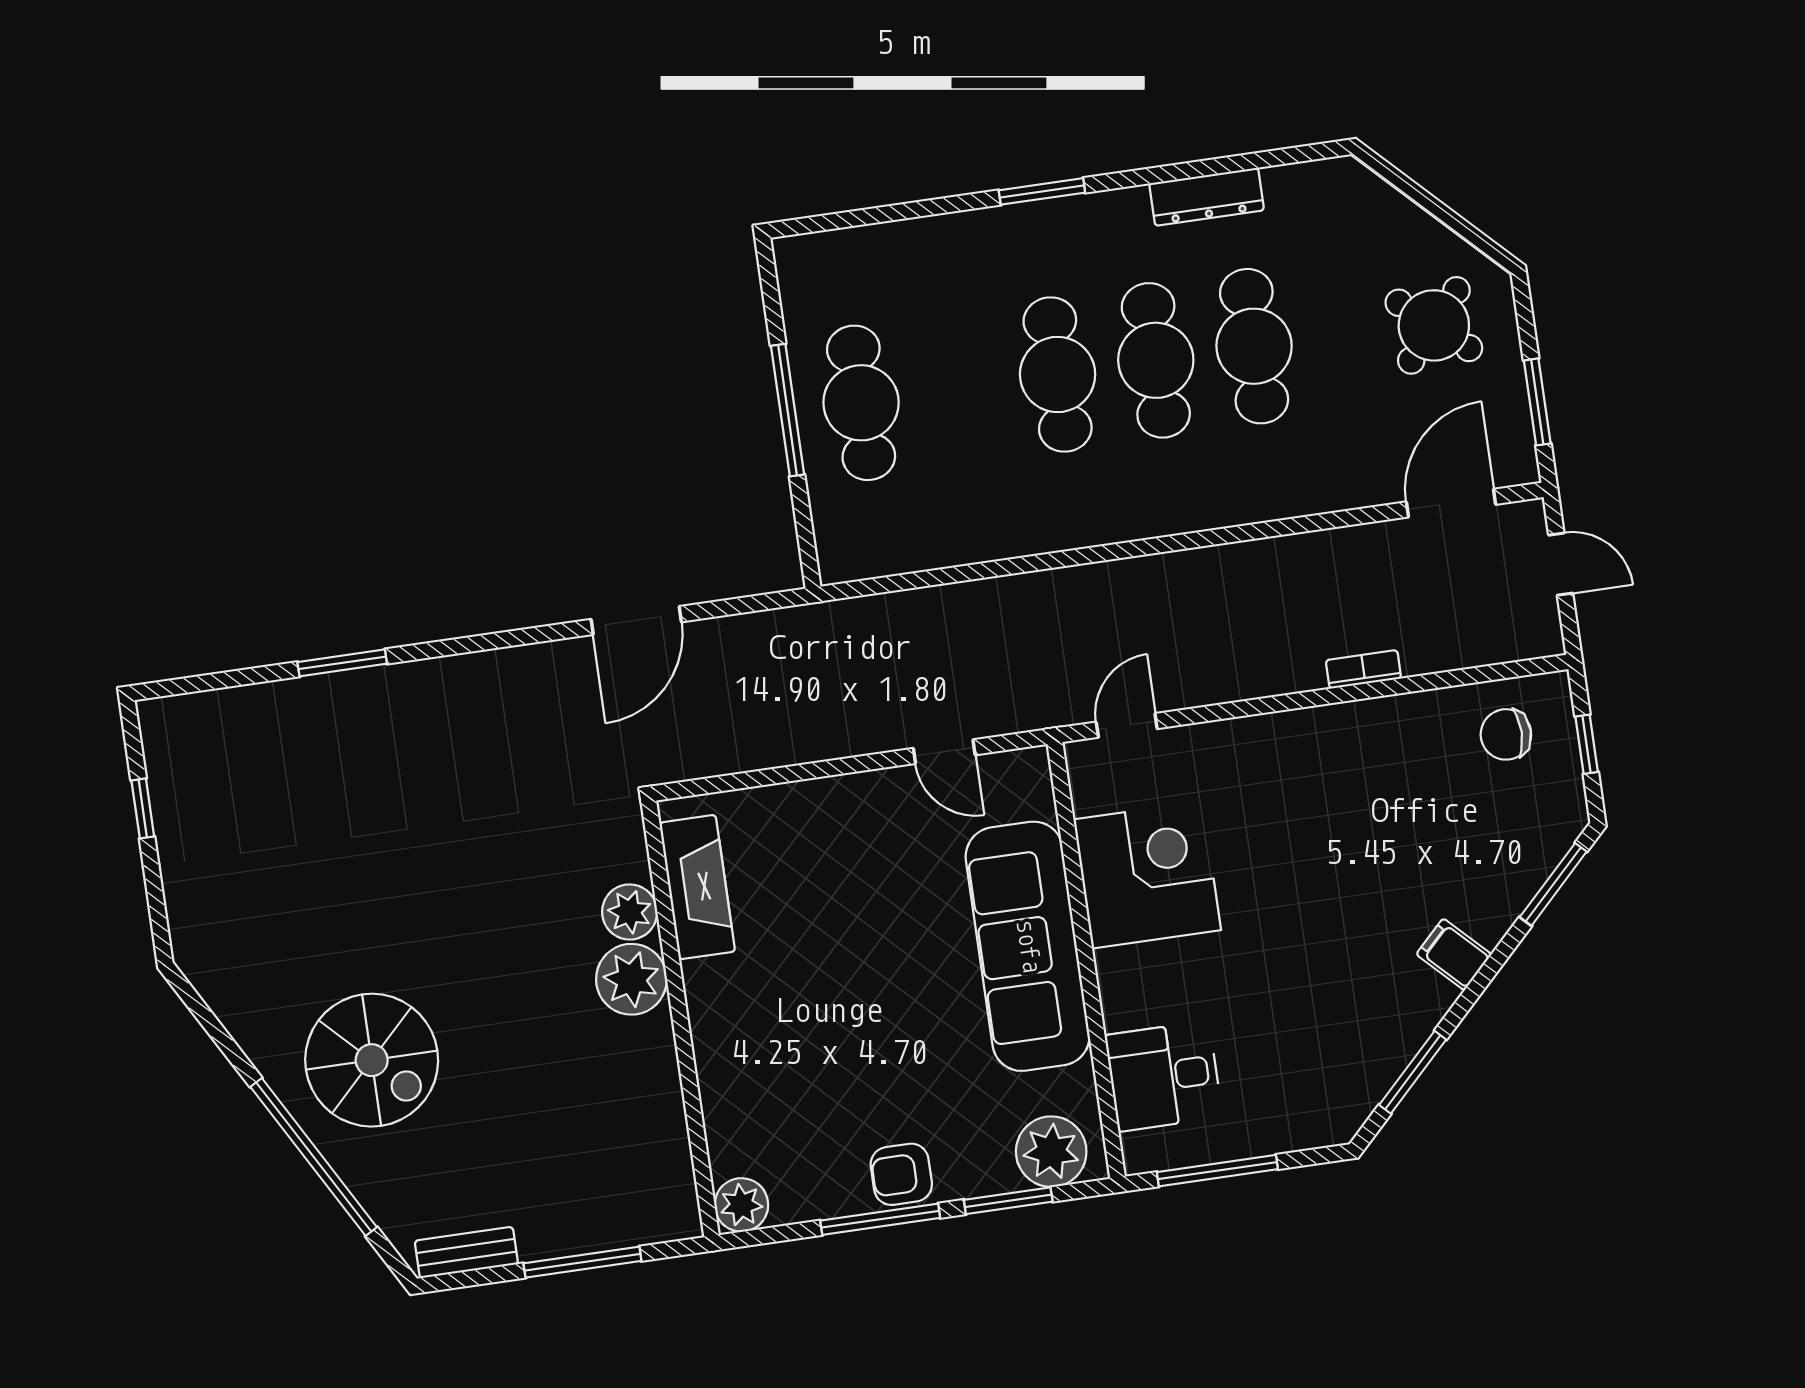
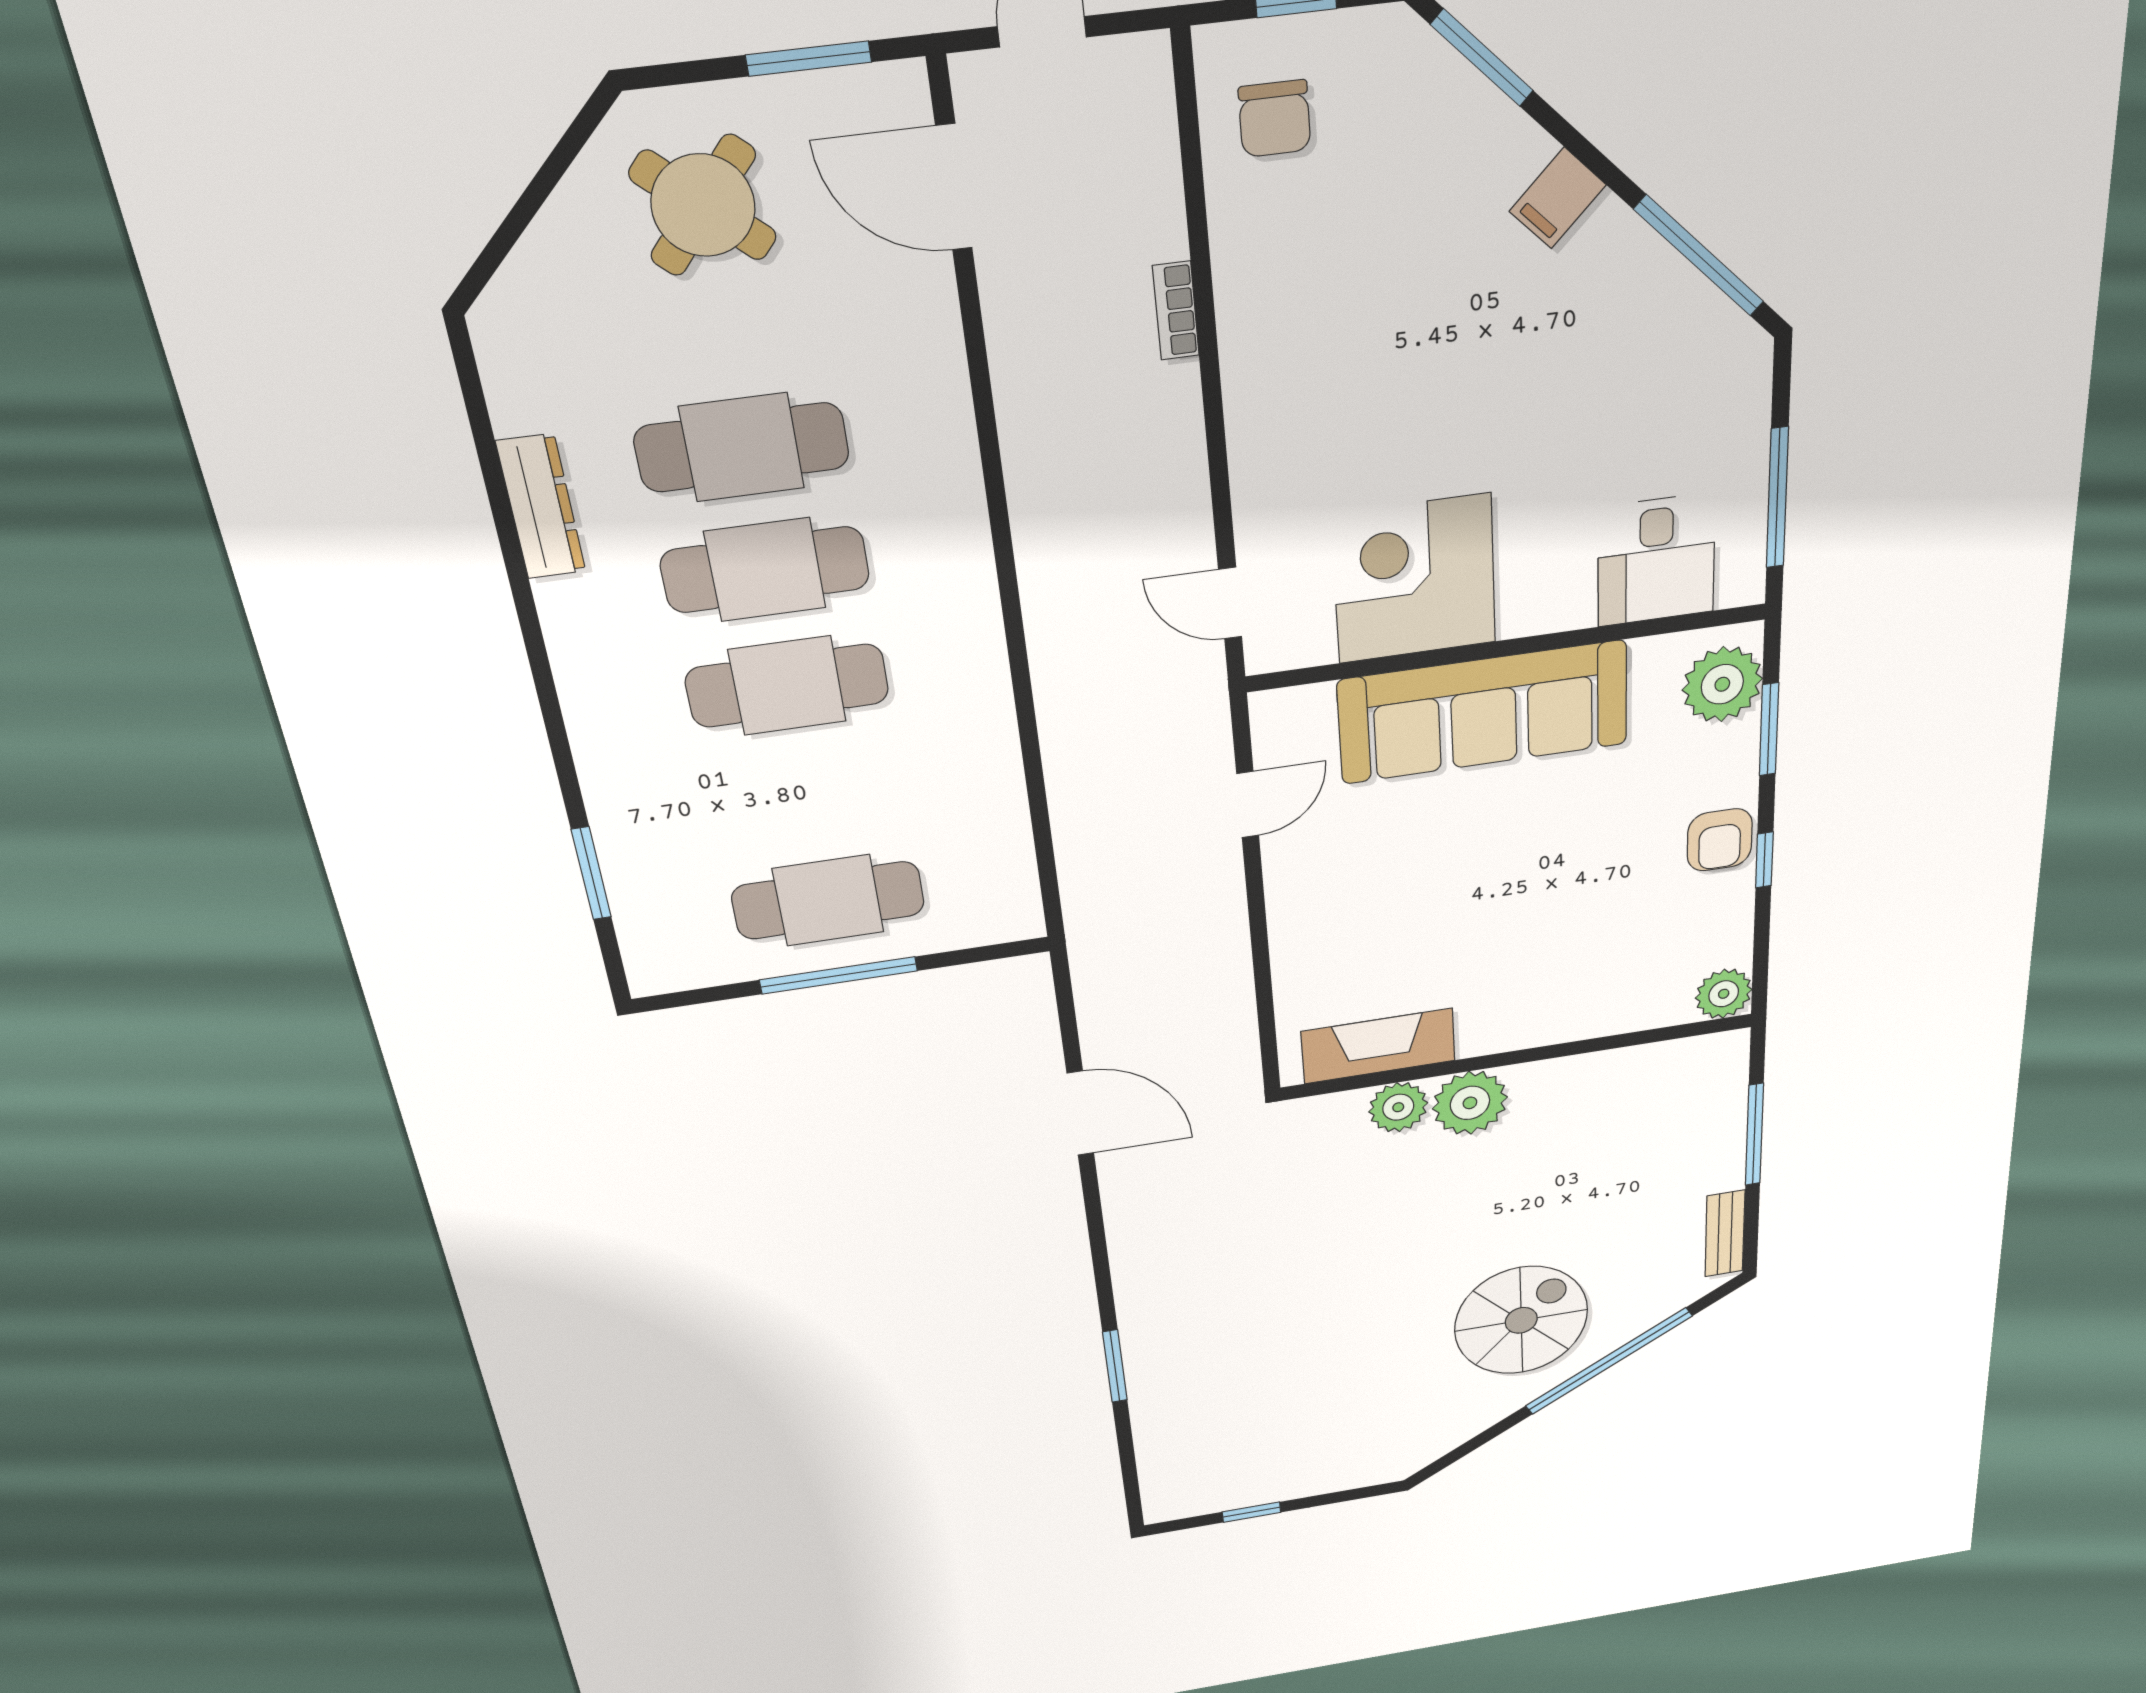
window: (1042, 191) -> (591, 873), moved
window: (1413, 1072) -> (1699, 256), width x1.44
window: (880, 1219) -> (1764, 860), width x0.46

